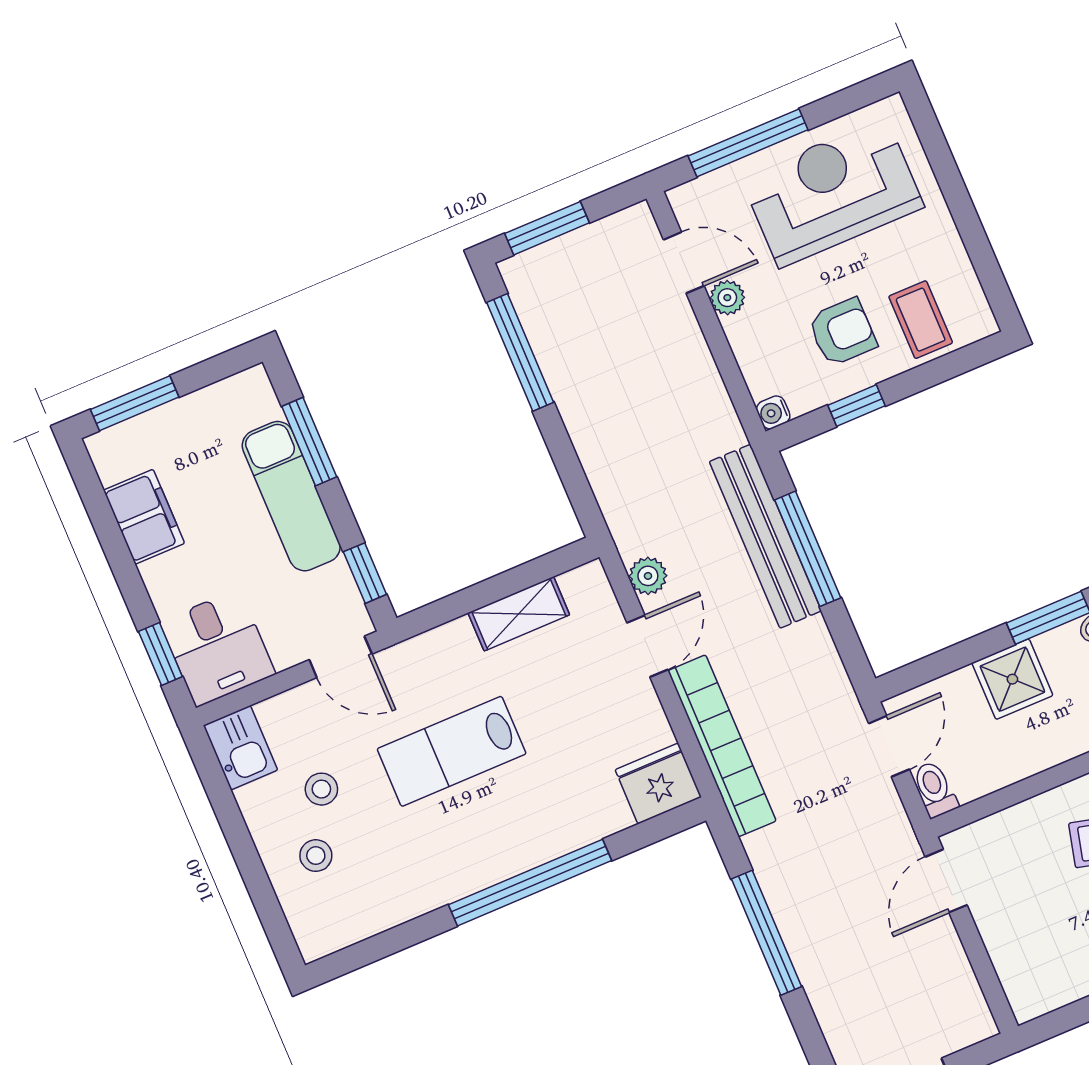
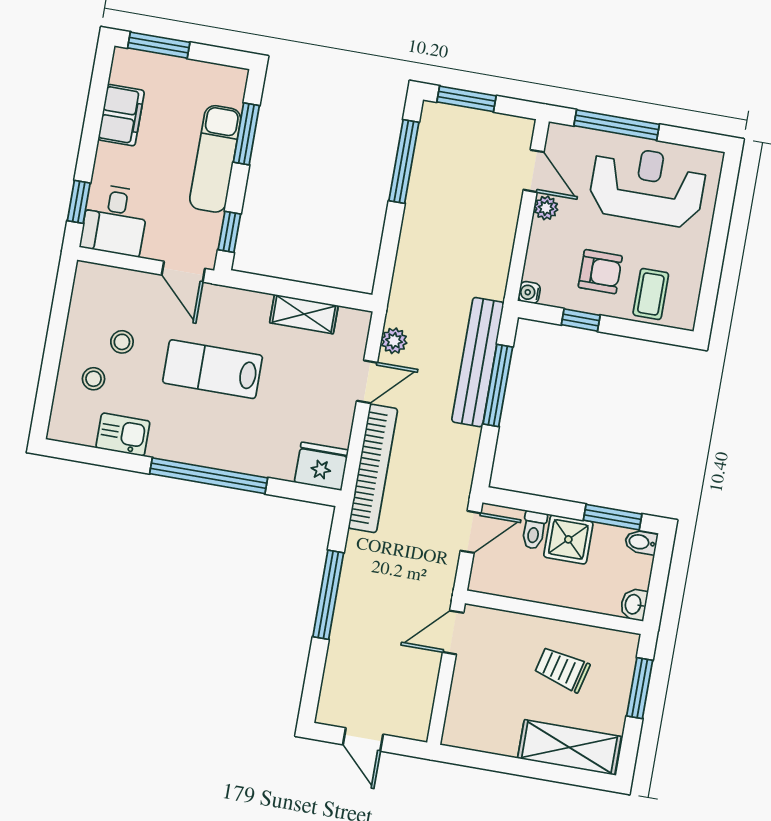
kitchen sink: (240, 748) -> (123, 435), moved, turned -90
toilet: (935, 789) -> (534, 530), moved, turned 180

